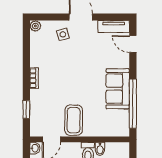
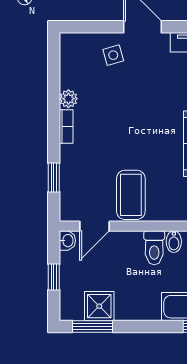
plant: (35, 26) -> (68, 99), moved

